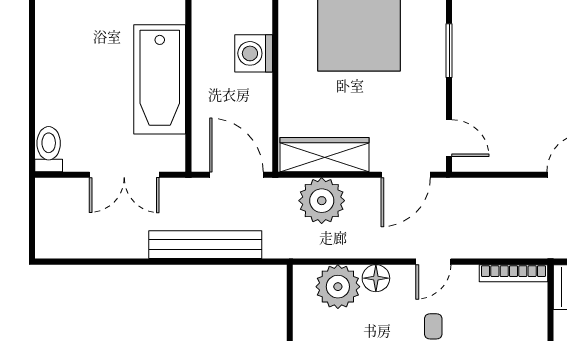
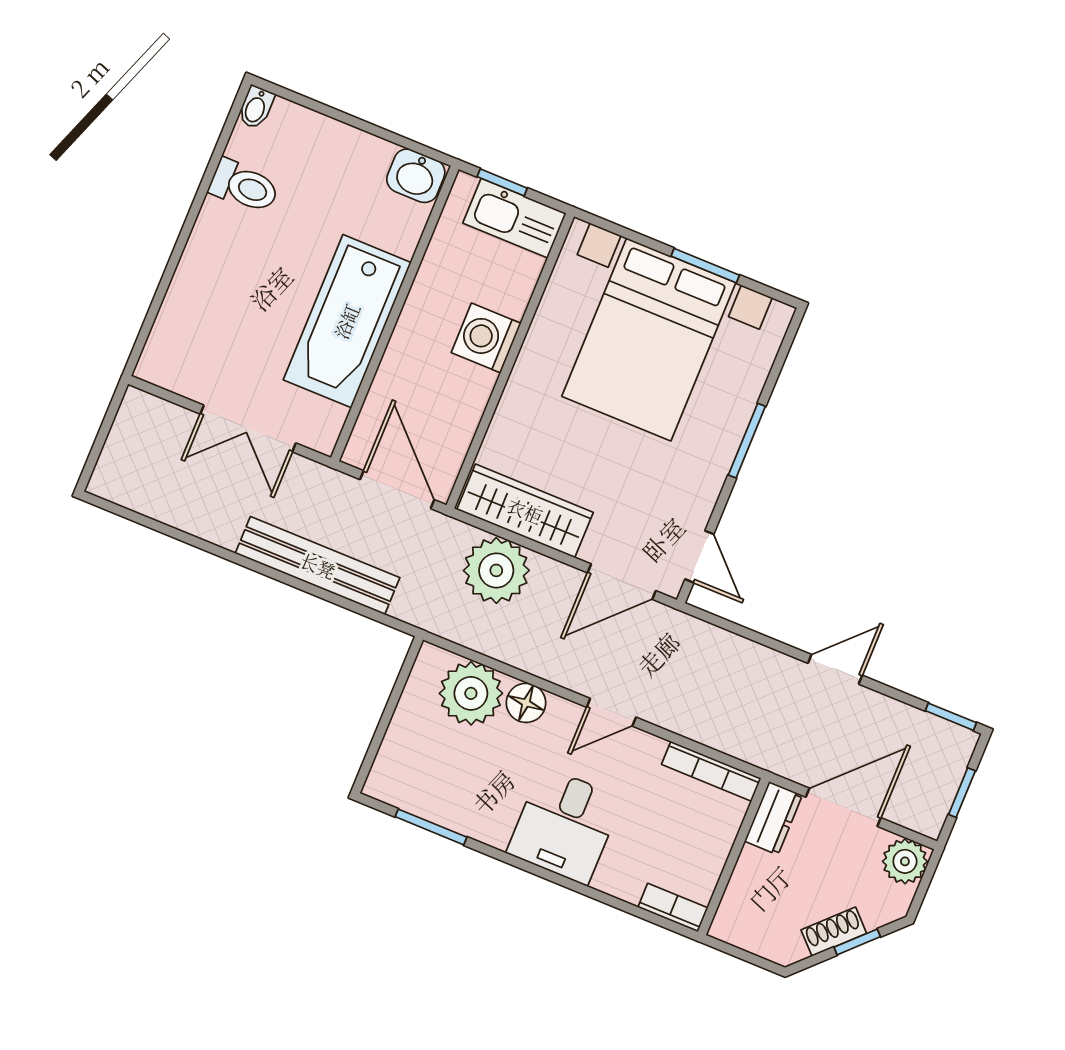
toilet: (49, 149) -> (244, 186), moved, turned 90

